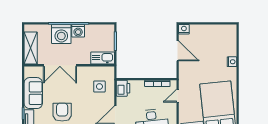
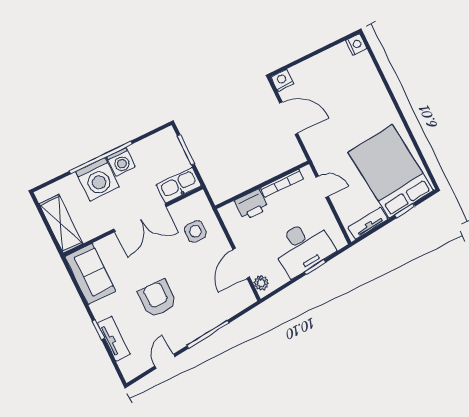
nightstand: (232, 62) -> (356, 45), moved
double door: (60, 65) -> (140, 218), moved
printer: (123, 88) -> (251, 205), moved, turned 90
sofa: (33, 93) -> (90, 274), moved
door: (178, 96) -> (322, 187), swing flipped

